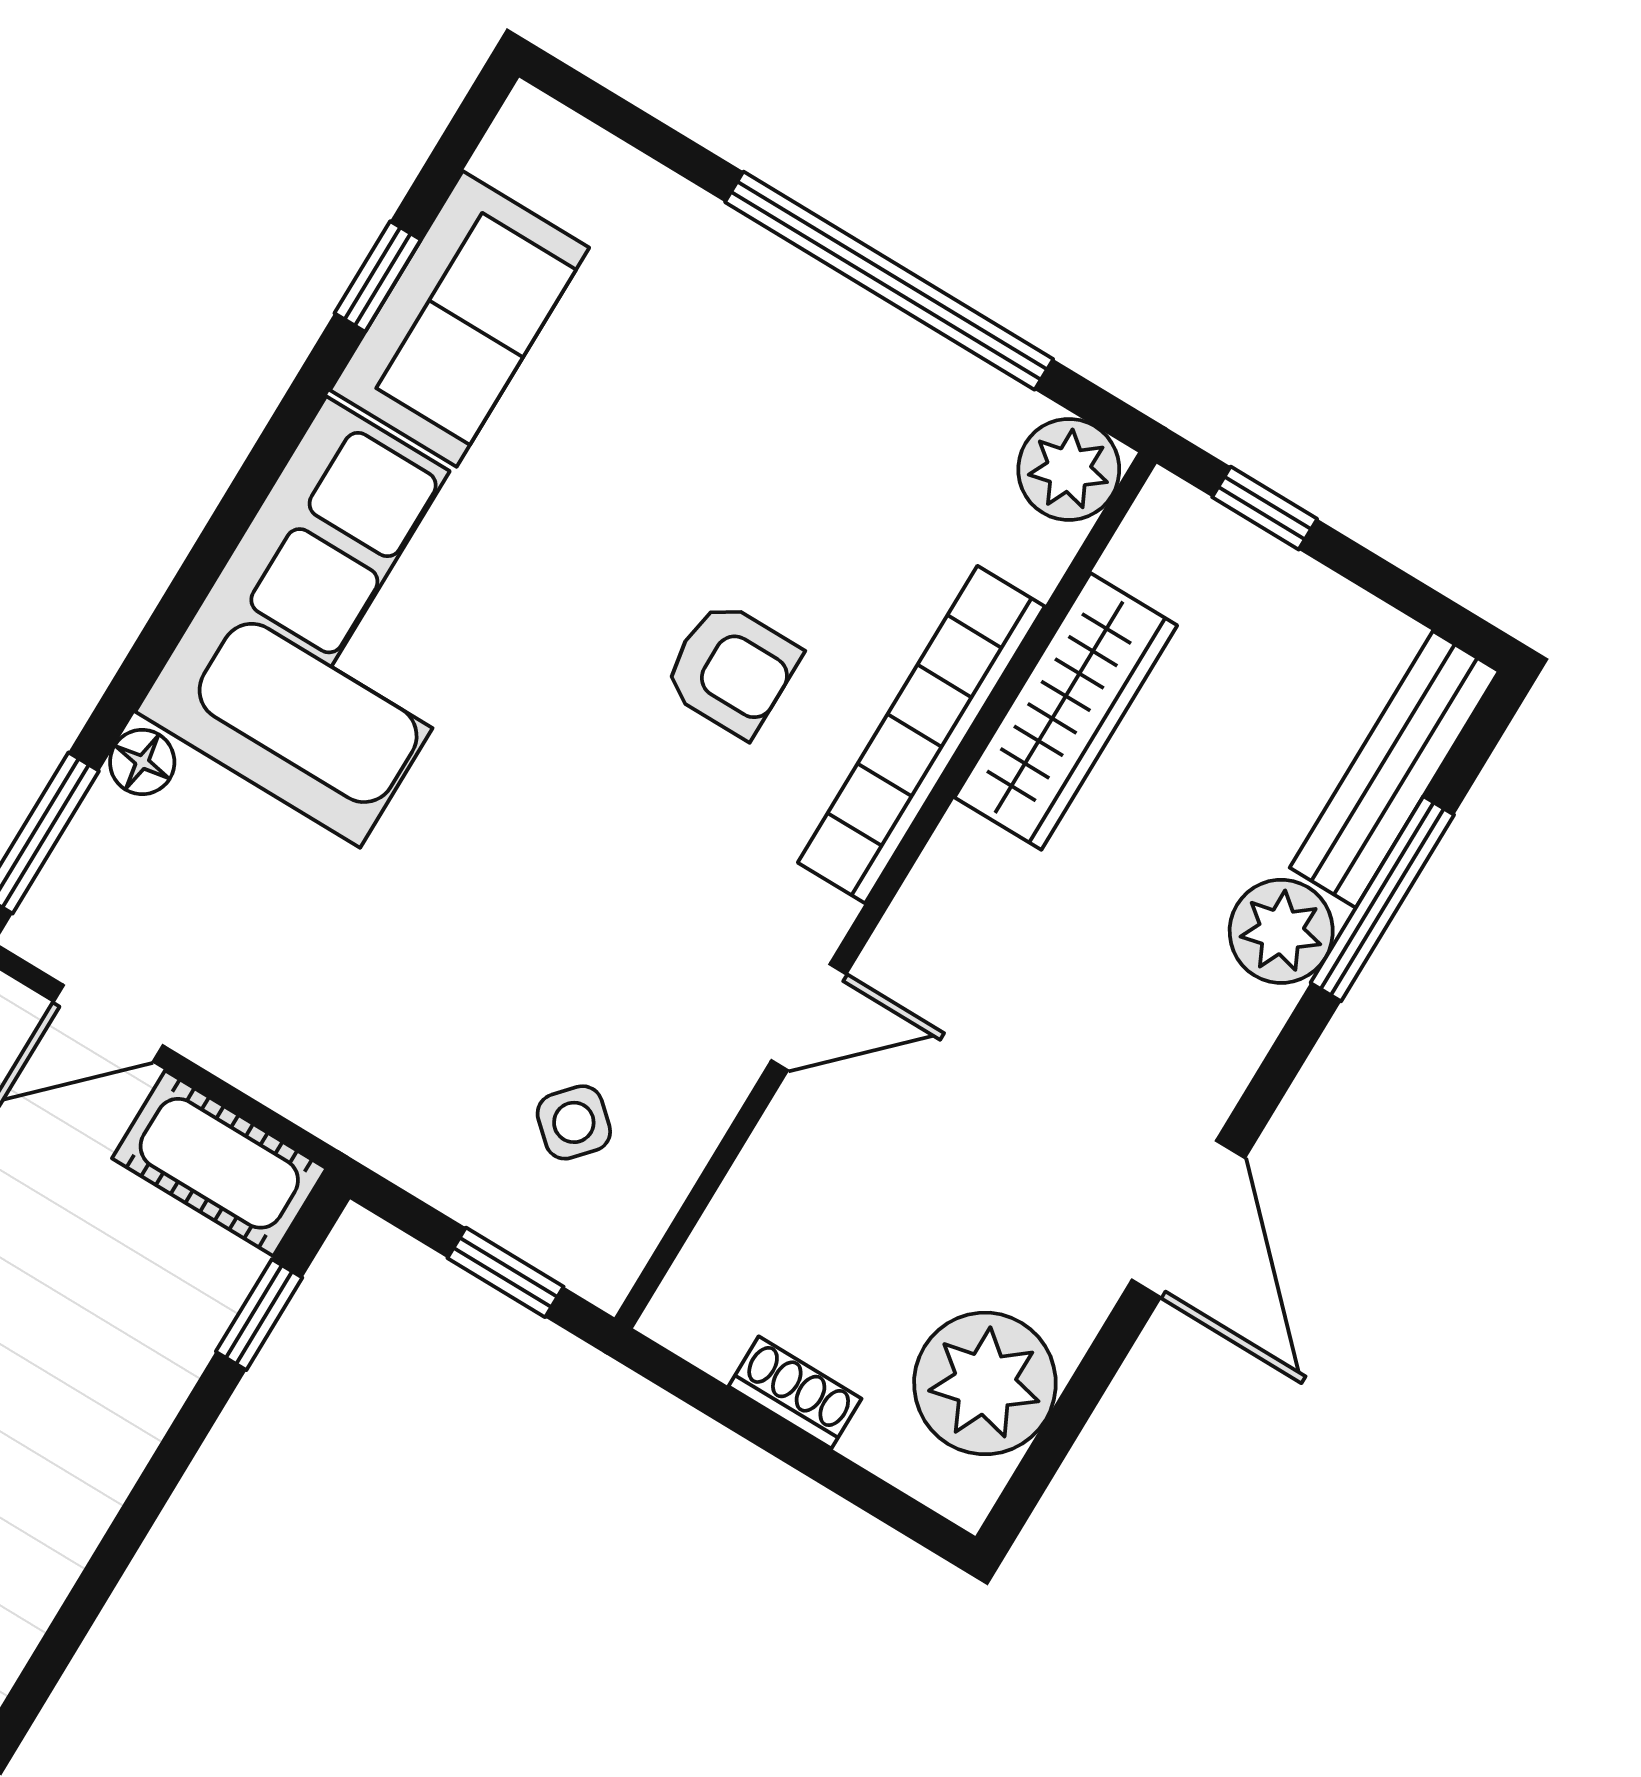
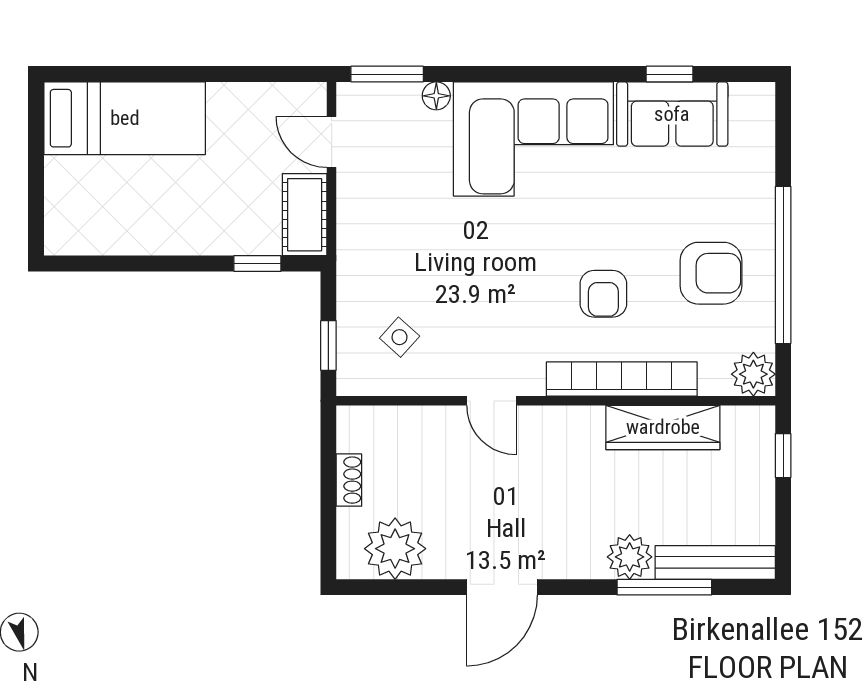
armchair: (819, 432) -> (711, 273), added

